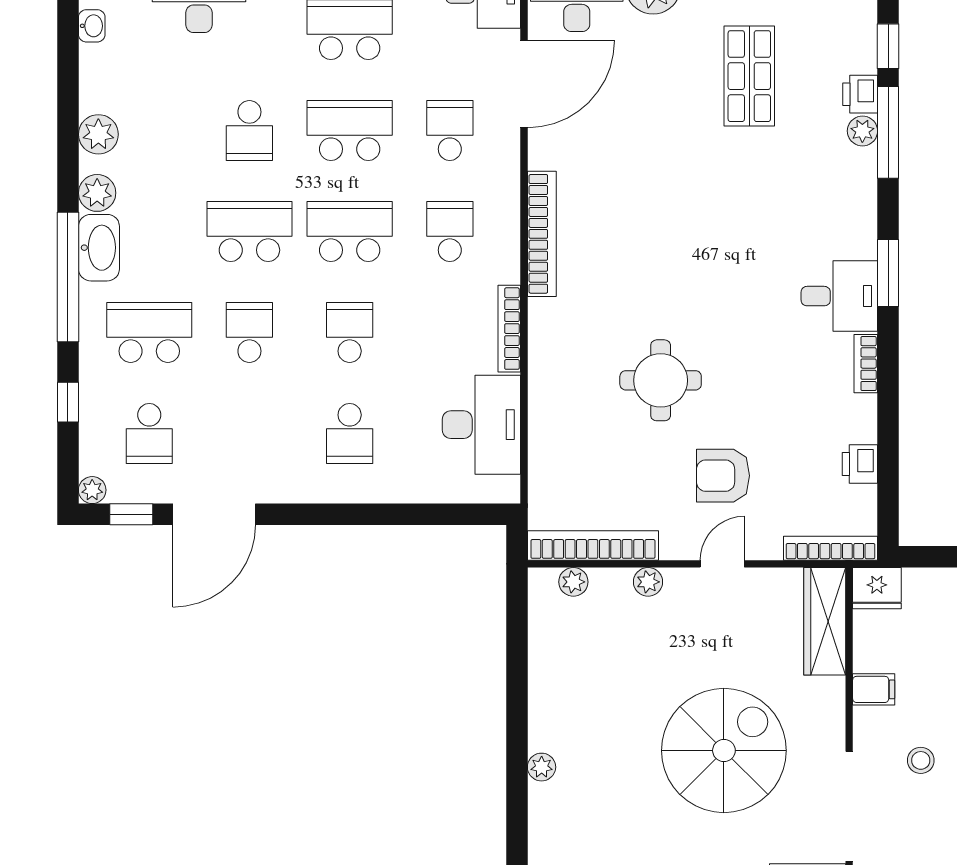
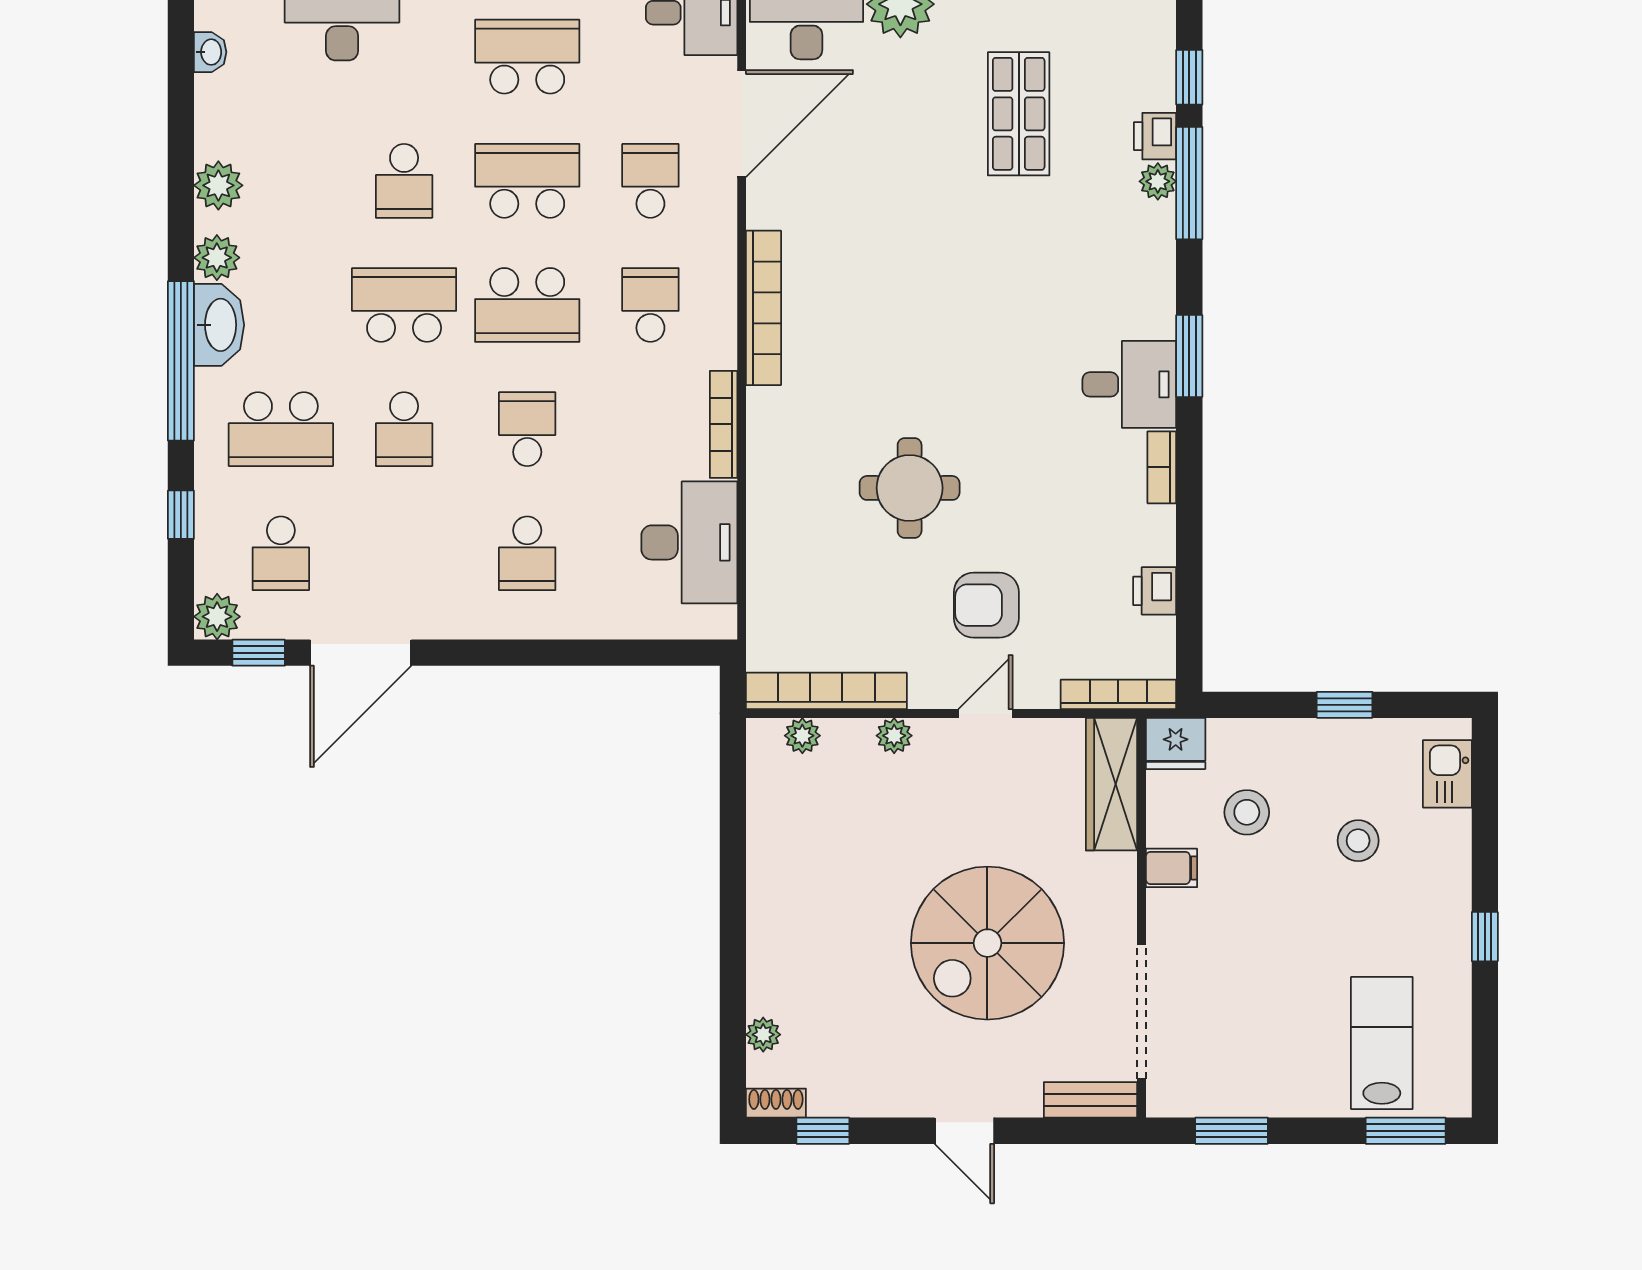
school desk: (350, 232) -> (527, 305), turned 180
school desk: (149, 332) -> (281, 429), turned 180
school desk: (249, 332) -> (404, 429), turned 180
plant: (92, 490) -> (217, 617), width x1.38, depth x1.38
spiral stairs: (724, 751) -> (987, 943), turned 180
stool: (921, 760) -> (1247, 812), moved, width x1.37, depth x1.37
plant: (542, 767) -> (763, 1035), moved

